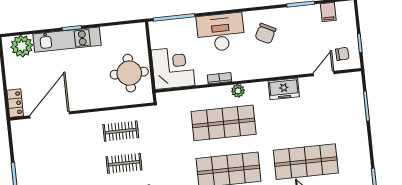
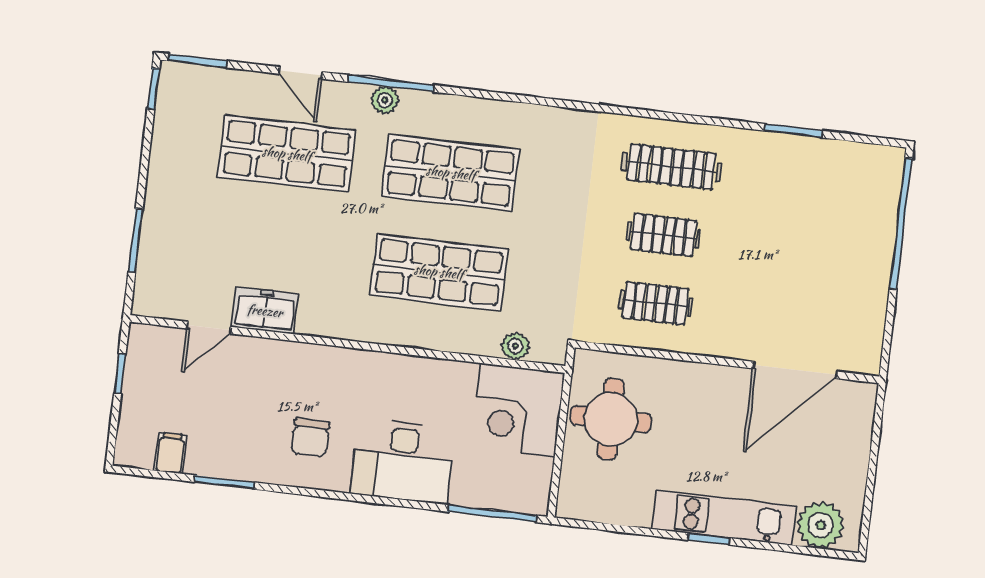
chair: (265, 33) -> (310, 438), turned 153
chair: (342, 54) -> (161, 360), removed
bookcase: (219, 78) -> (427, 366), removed
freezer: (284, 89) -> (265, 311), moved
plant: (238, 91) -> (515, 346), moved
locker: (15, 103) -> (861, 410), removed

